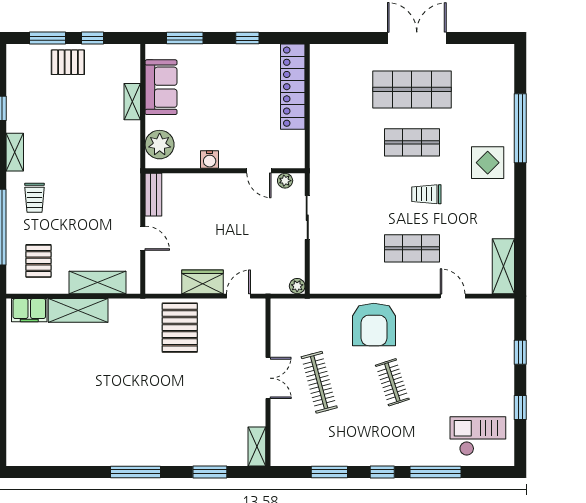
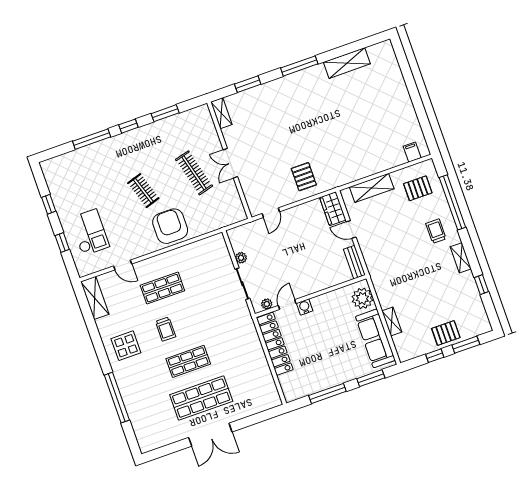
window: (247, 38) -> (327, 393), width x2.17
sofa: (161, 87) -> (375, 338), width x1.36
locker: (293, 87) -> (275, 344), moved
water cooler: (210, 160) -> (305, 307), moved
display table: (488, 163) -> (126, 346), moved
door: (259, 171) -> (287, 304), hinge flipped
trolley: (426, 194) -> (166, 329), turned 90
pallet: (38, 261) -> (418, 188), turned 90
wardrobe: (202, 282) -> (333, 209), moved, turned 90
plant: (297, 286) -> (241, 258), moved
filing cabinet: (29, 310) -> (412, 152), width x0.50
shelving: (78, 310) -> (347, 63), moved
pallet: (180, 328) -> (304, 177), width x0.67, depth x0.71
checkout: (478, 436) -> (90, 232), moved, turned -90

